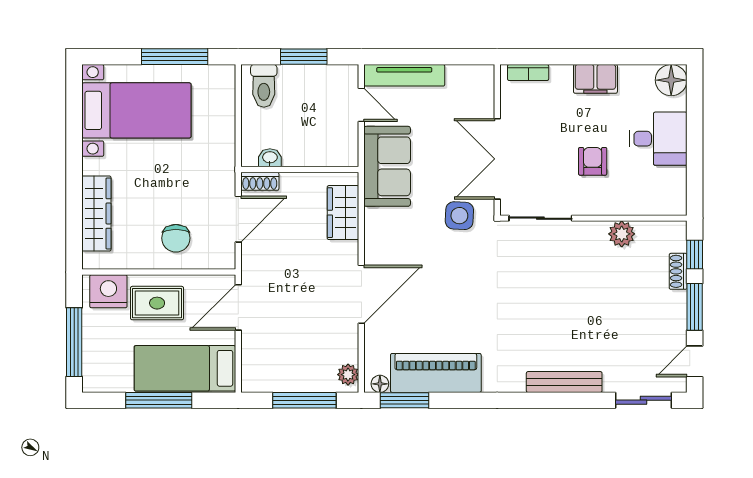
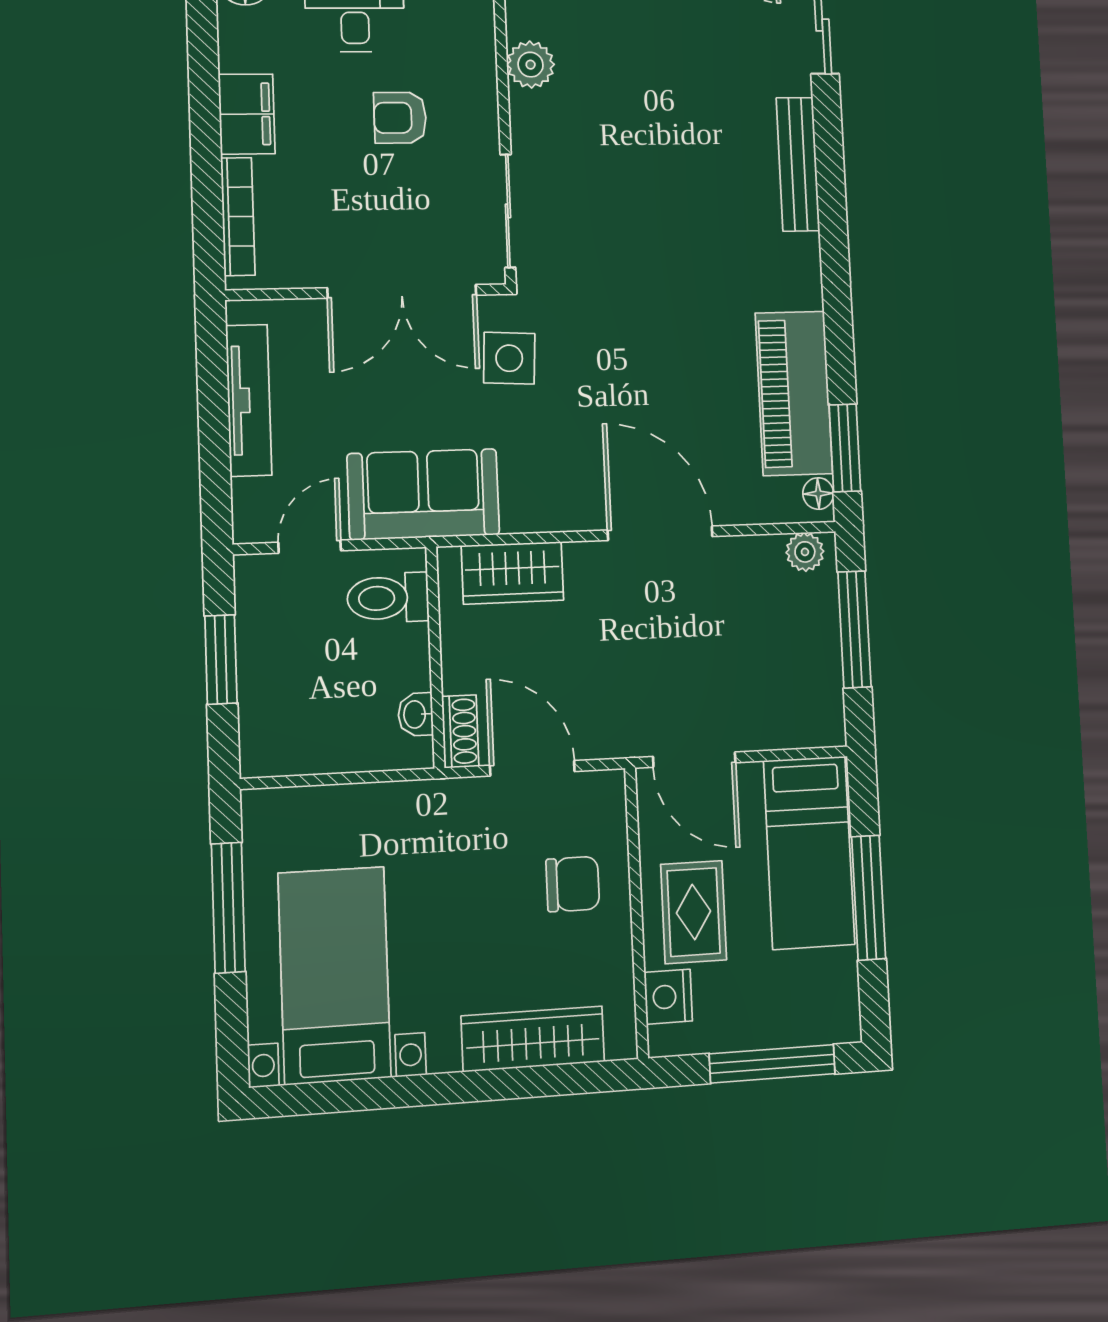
bookcase: (528, 72) -> (238, 217), width x1.56
tv unit: (404, 75) -> (249, 400), moved
toilet: (264, 86) -> (388, 598), moved, turned 180
nightstand: (108, 291) -> (668, 997), width x0.74, depth x0.75

